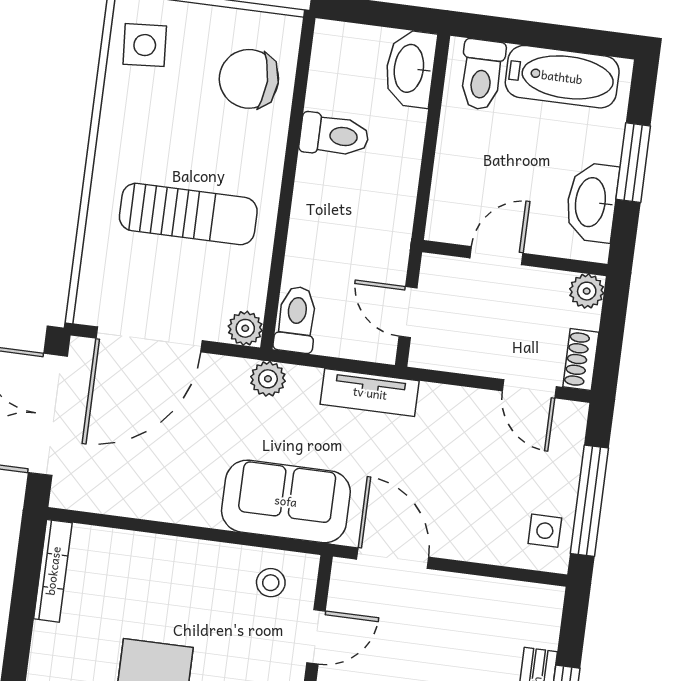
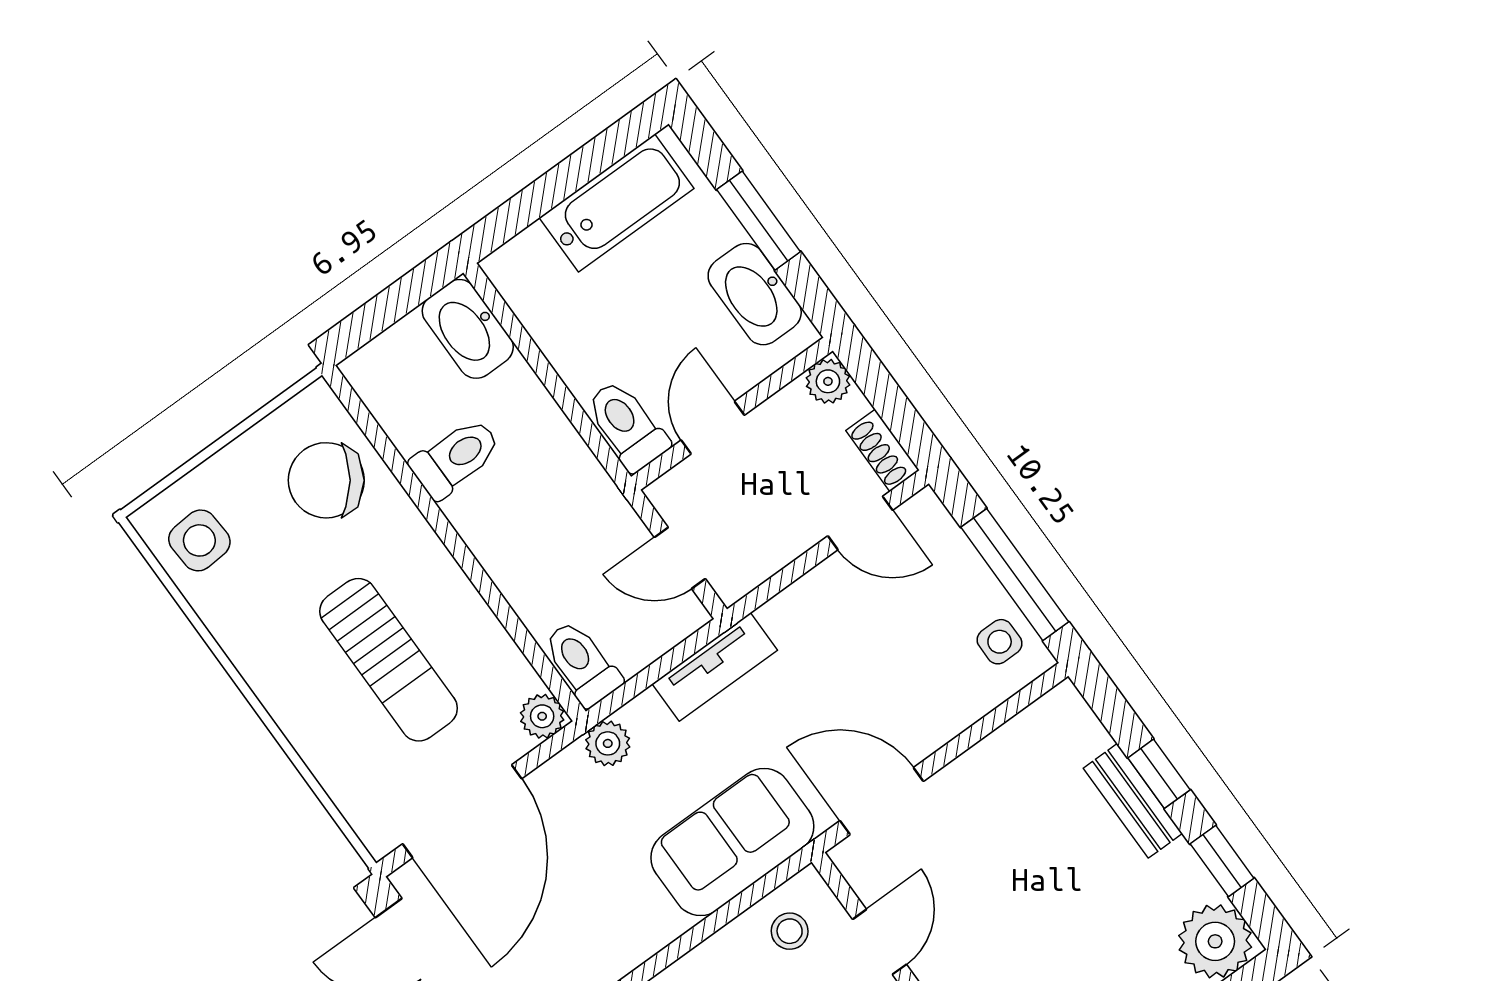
toilet: (482, 75) -> (627, 425), moved, turned 180
chair: (249, 79) -> (326, 480), turned 36
sun lounger: (188, 214) -> (389, 660), turned 90

